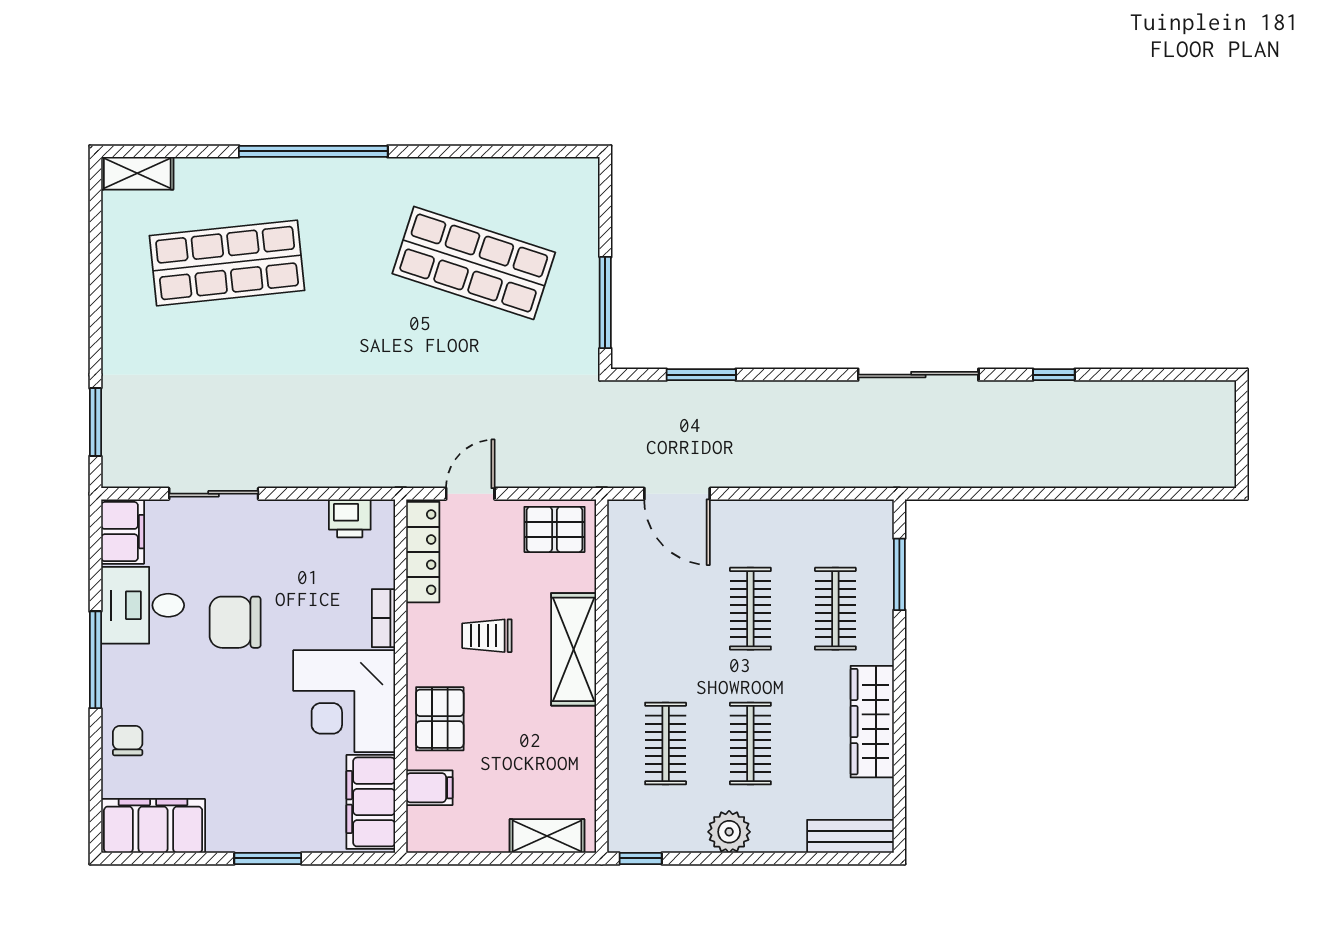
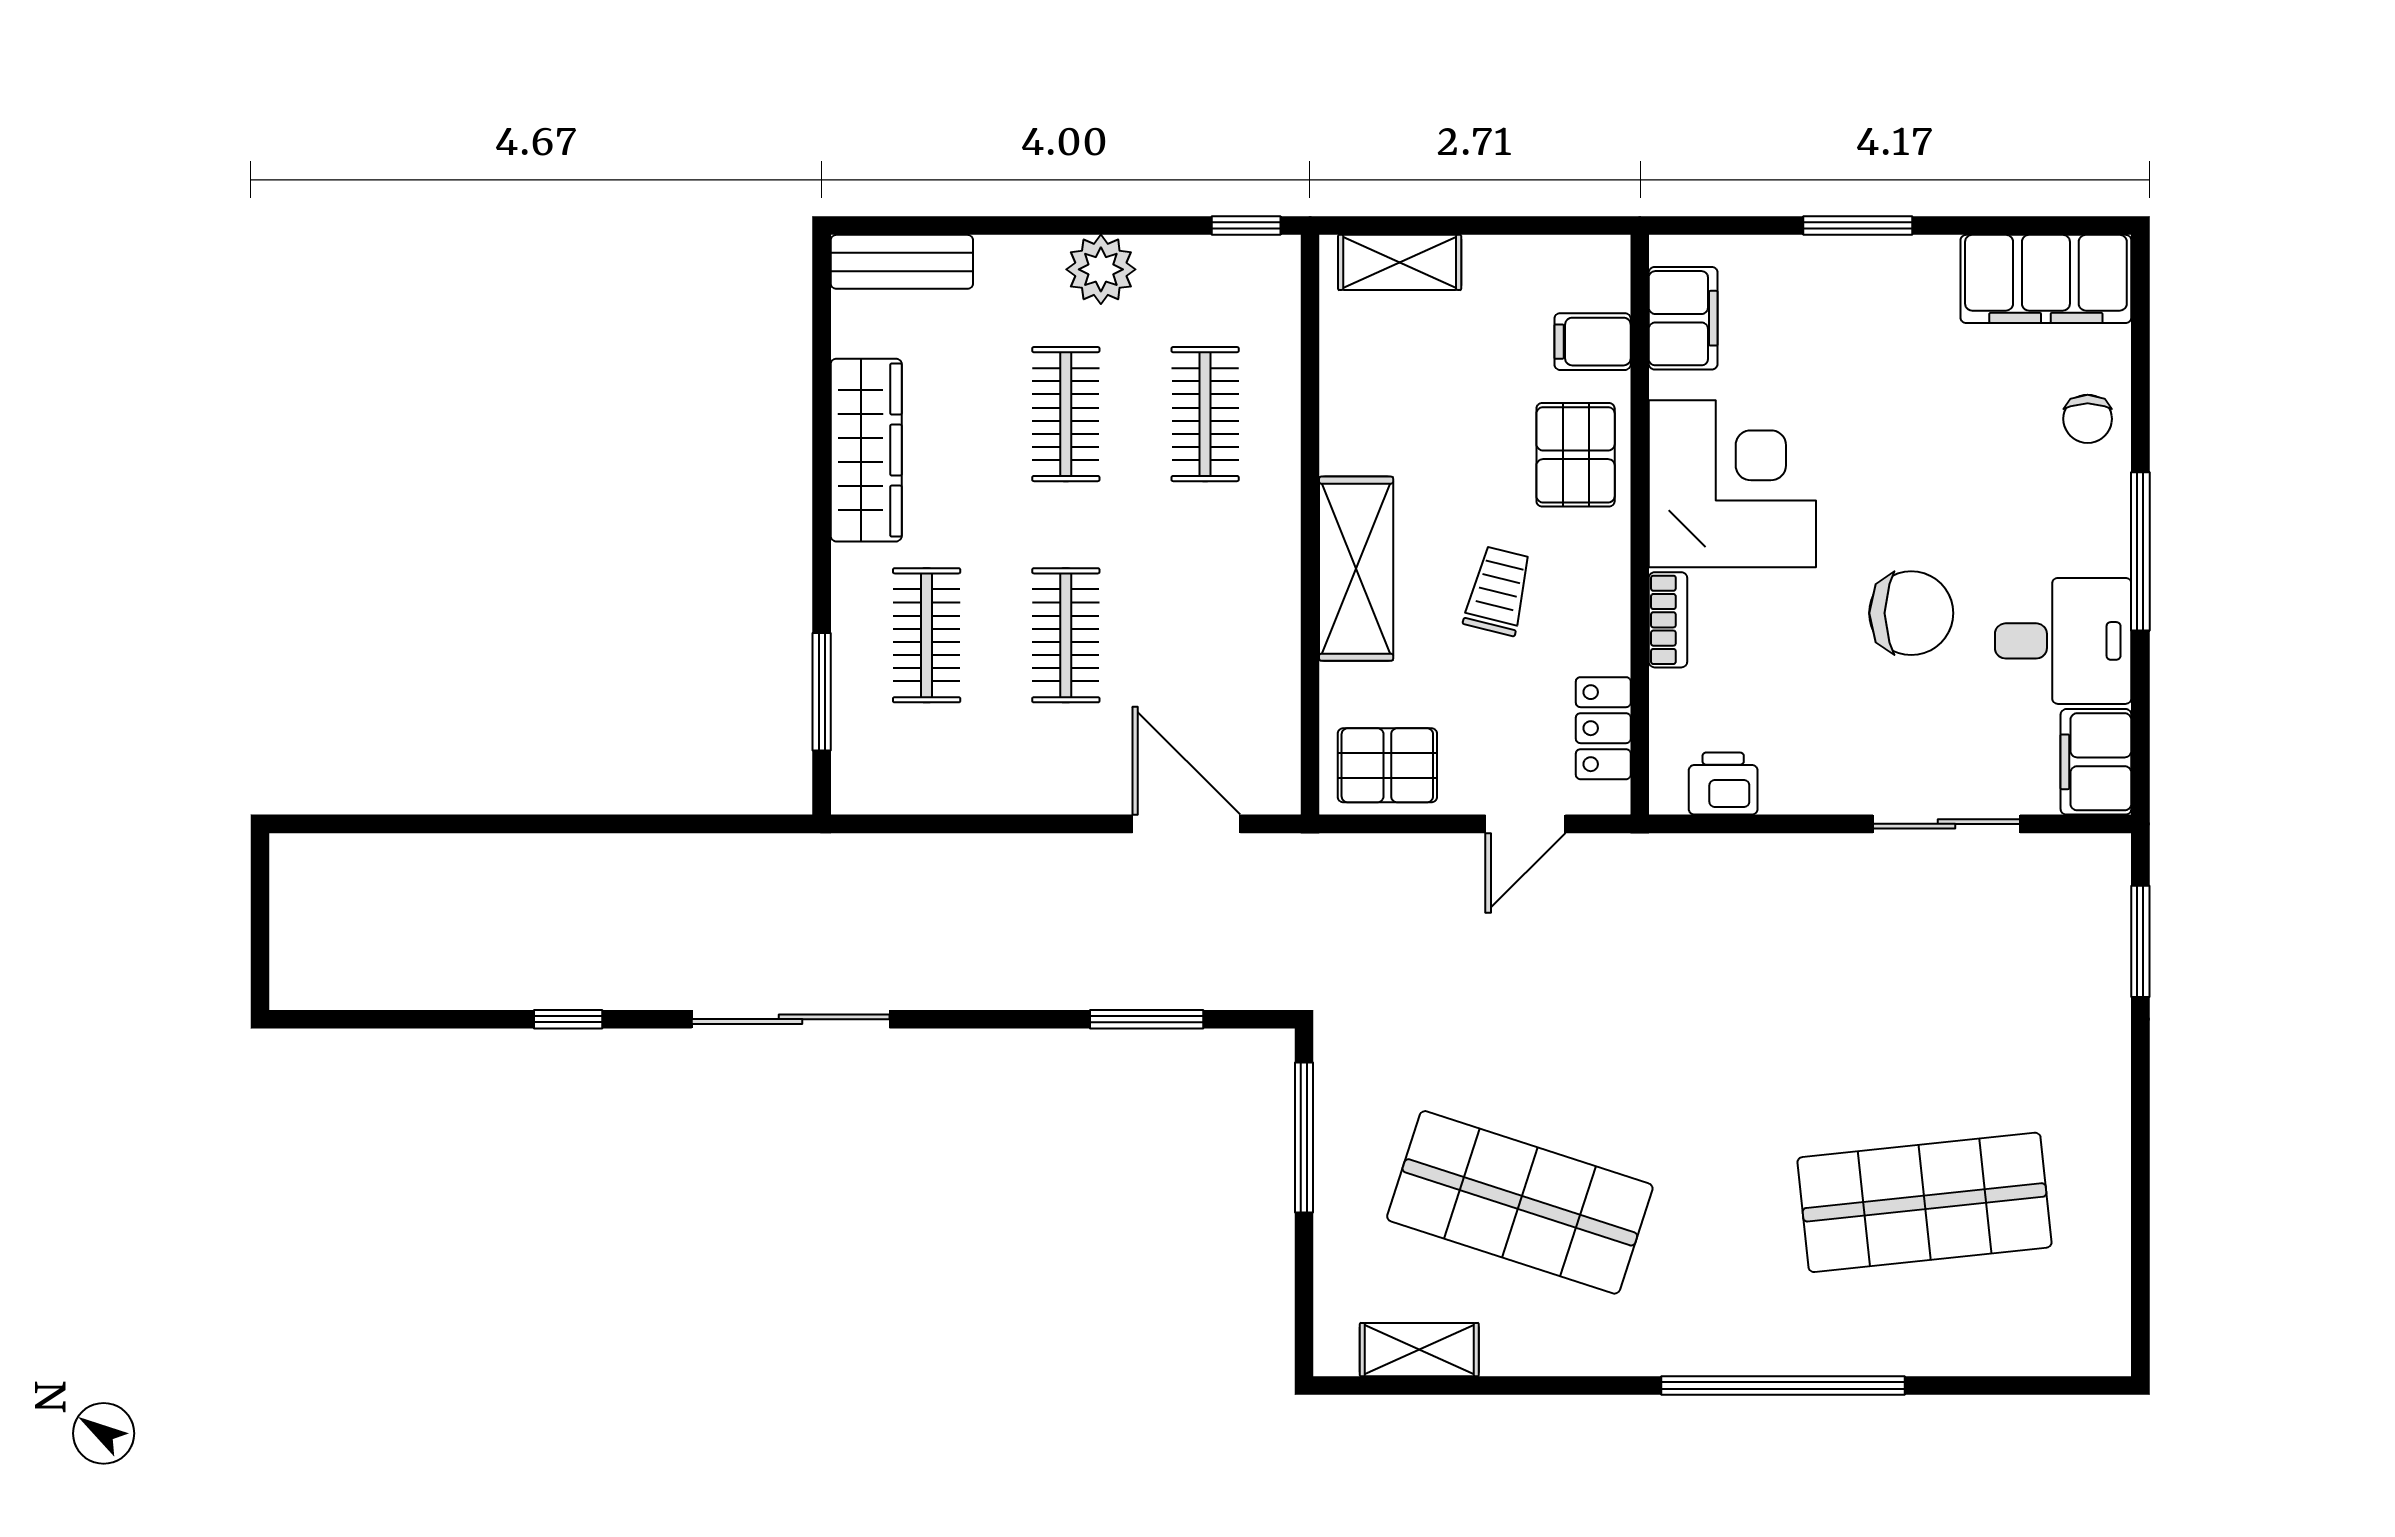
shelving: (137, 173) -> (1419, 1350), moved
locker: (423, 552) -> (1603, 728), width x0.66
trolley: (487, 636) -> (1498, 591), turned -76
filing cabinet: (371, 802) -> (1683, 318), width x0.67, depth x0.86

